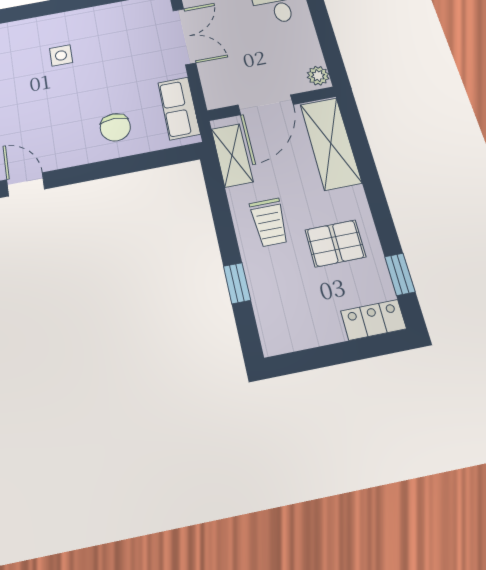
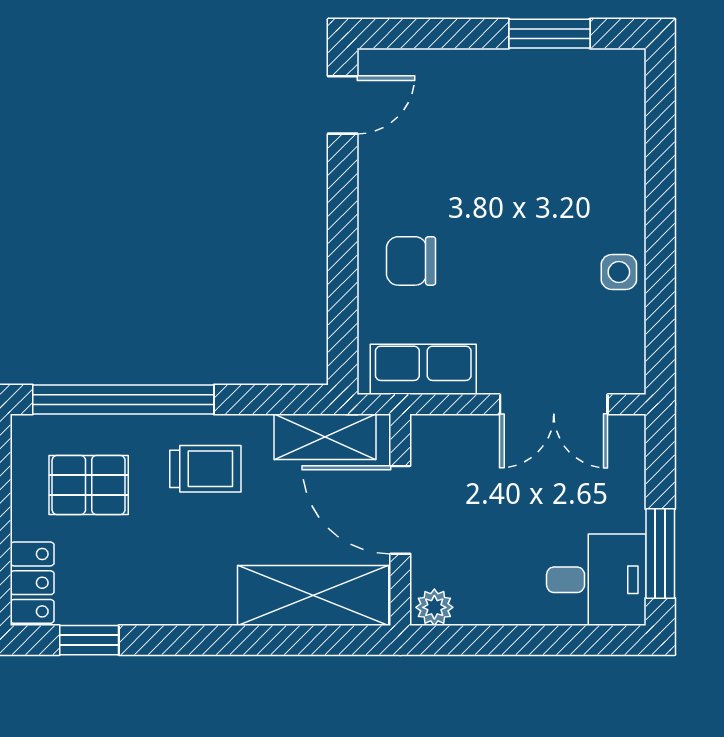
side table: (61, 55) -> (619, 272), moved
trolley: (269, 222) -> (205, 469), turned 180
pallet: (335, 243) -> (89, 485), moved, turned 90
window: (237, 283) -> (123, 399), width x3.17

